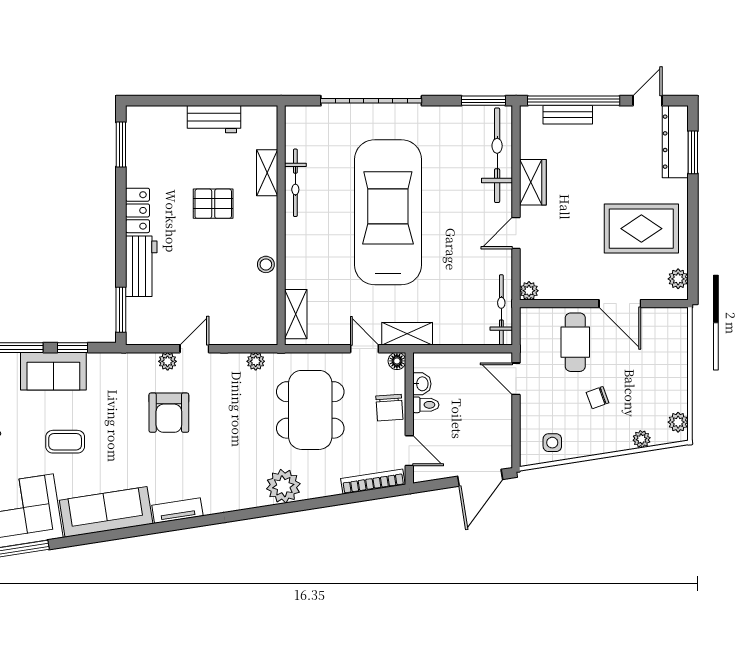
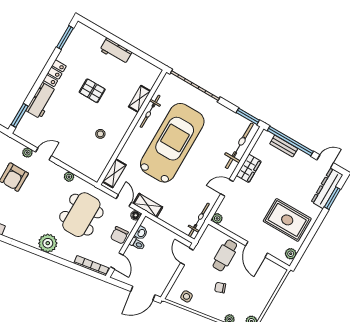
shelving: (267, 173) -> (139, 99), moved
bicycle: (295, 183) -> (150, 111), moved
wall: (281, 225) -> (132, 127), moved
shelving: (296, 314) -> (114, 173), moved

